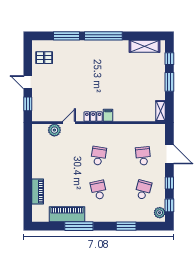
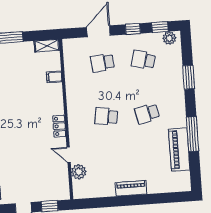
filing cabinet: (108, 115) -> (54, 77), moved
piano: (38, 192) -> (131, 188), moved

